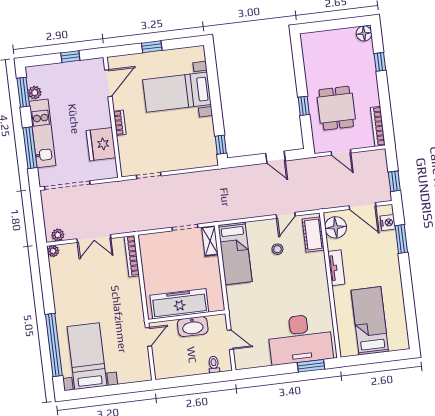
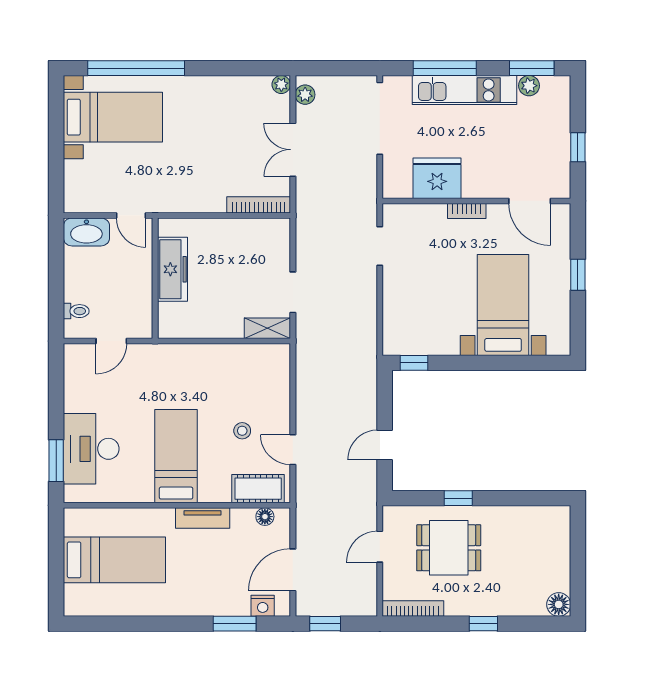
window: (380, 62) -> (483, 624), moved
floor lamp: (336, 227) -> (265, 517), width x0.53, depth x0.53
bed: (235, 253) -> (176, 456), moved, turned 90
freezer: (179, 304) -> (172, 269), width x0.73, depth x0.79
washbasin: (193, 327) -> (86, 232), moved, turned -90
desk: (300, 339) -> (91, 449), width x0.73, depth x0.77

